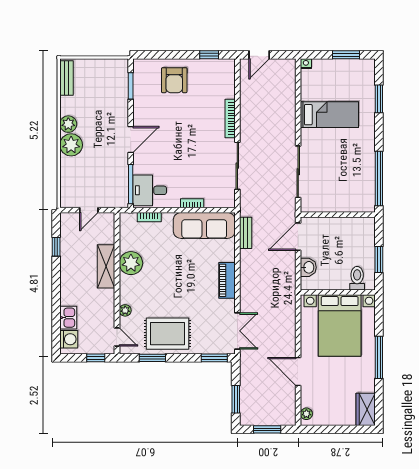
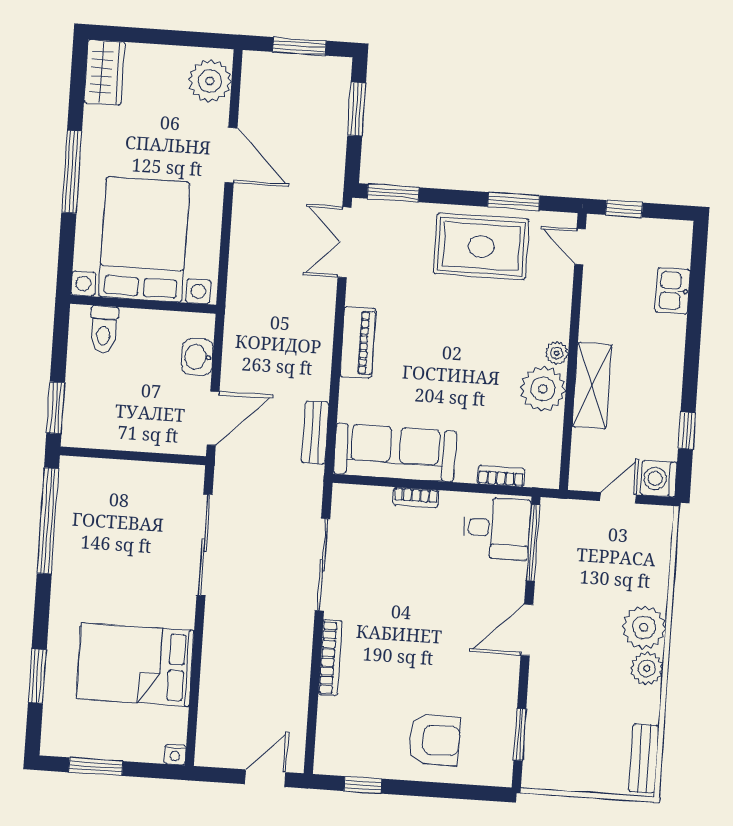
armchair: (174, 80) -> (434, 740), turned 90
bed: (329, 115) -> (135, 665), width x1.50
window: (379, 260) -> (56, 408), moved
plant: (125, 310) -> (557, 353), moved
washing machine: (69, 339) -> (659, 479), moved
plant: (306, 414) -> (210, 81), width x1.87, depth x1.87

